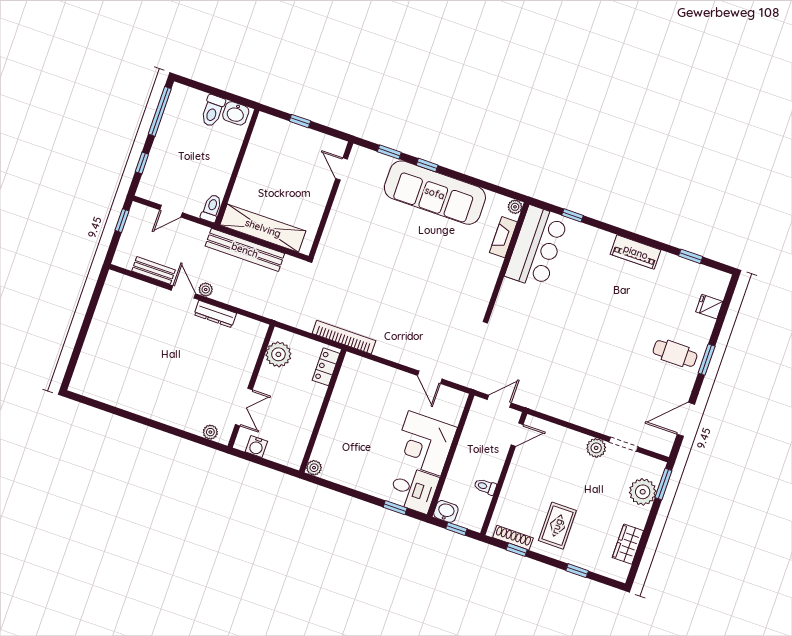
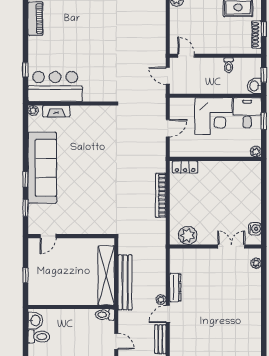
locker: (326, 367) -> (185, 167), moved
wall: (323, 411) -> (215, 159), moved
plant: (314, 468) -> (256, 152), moved

